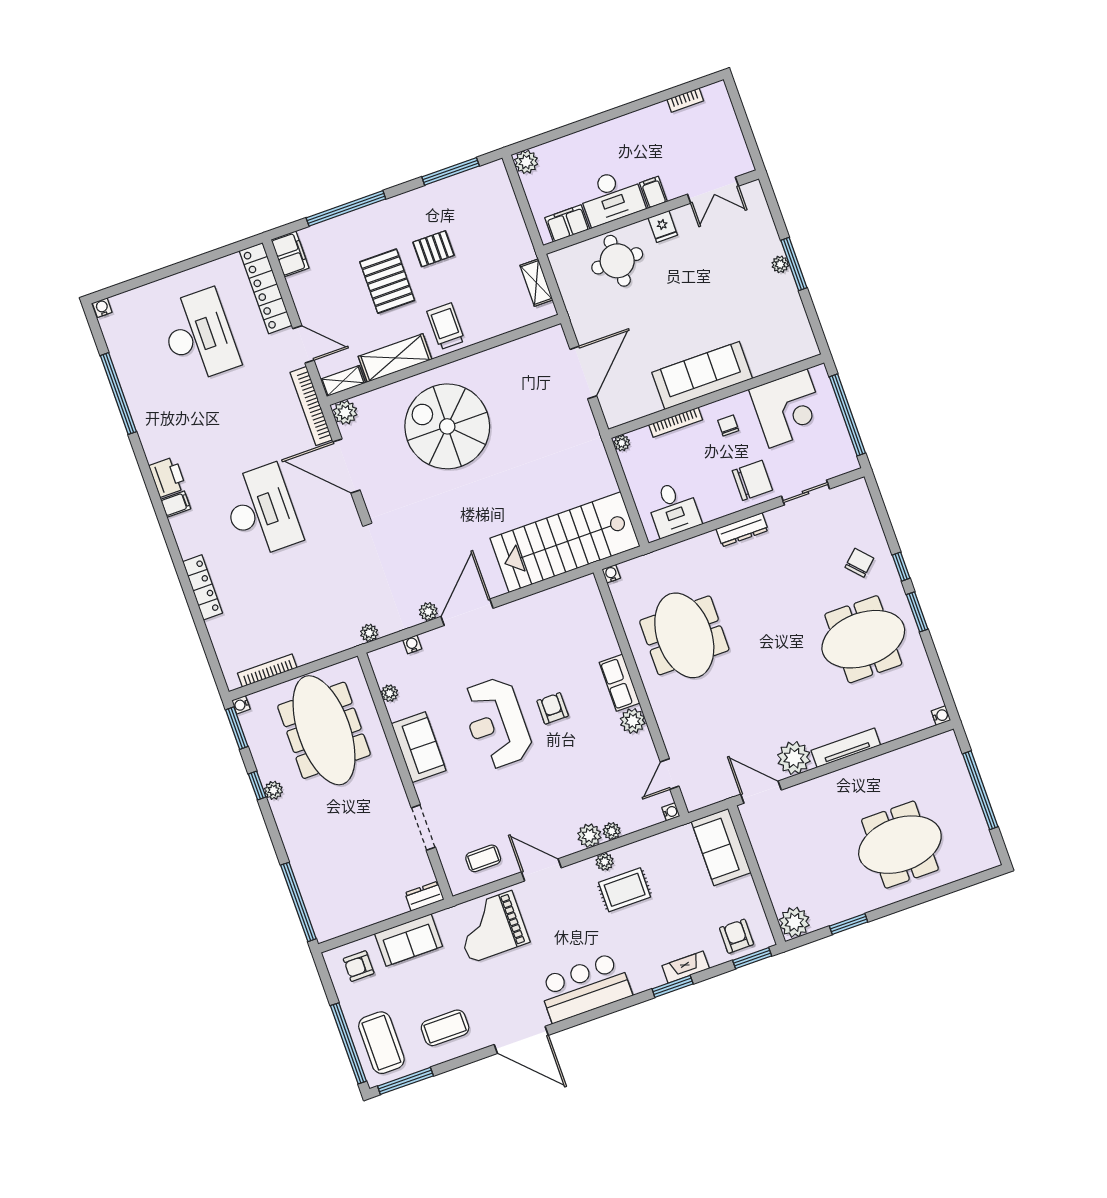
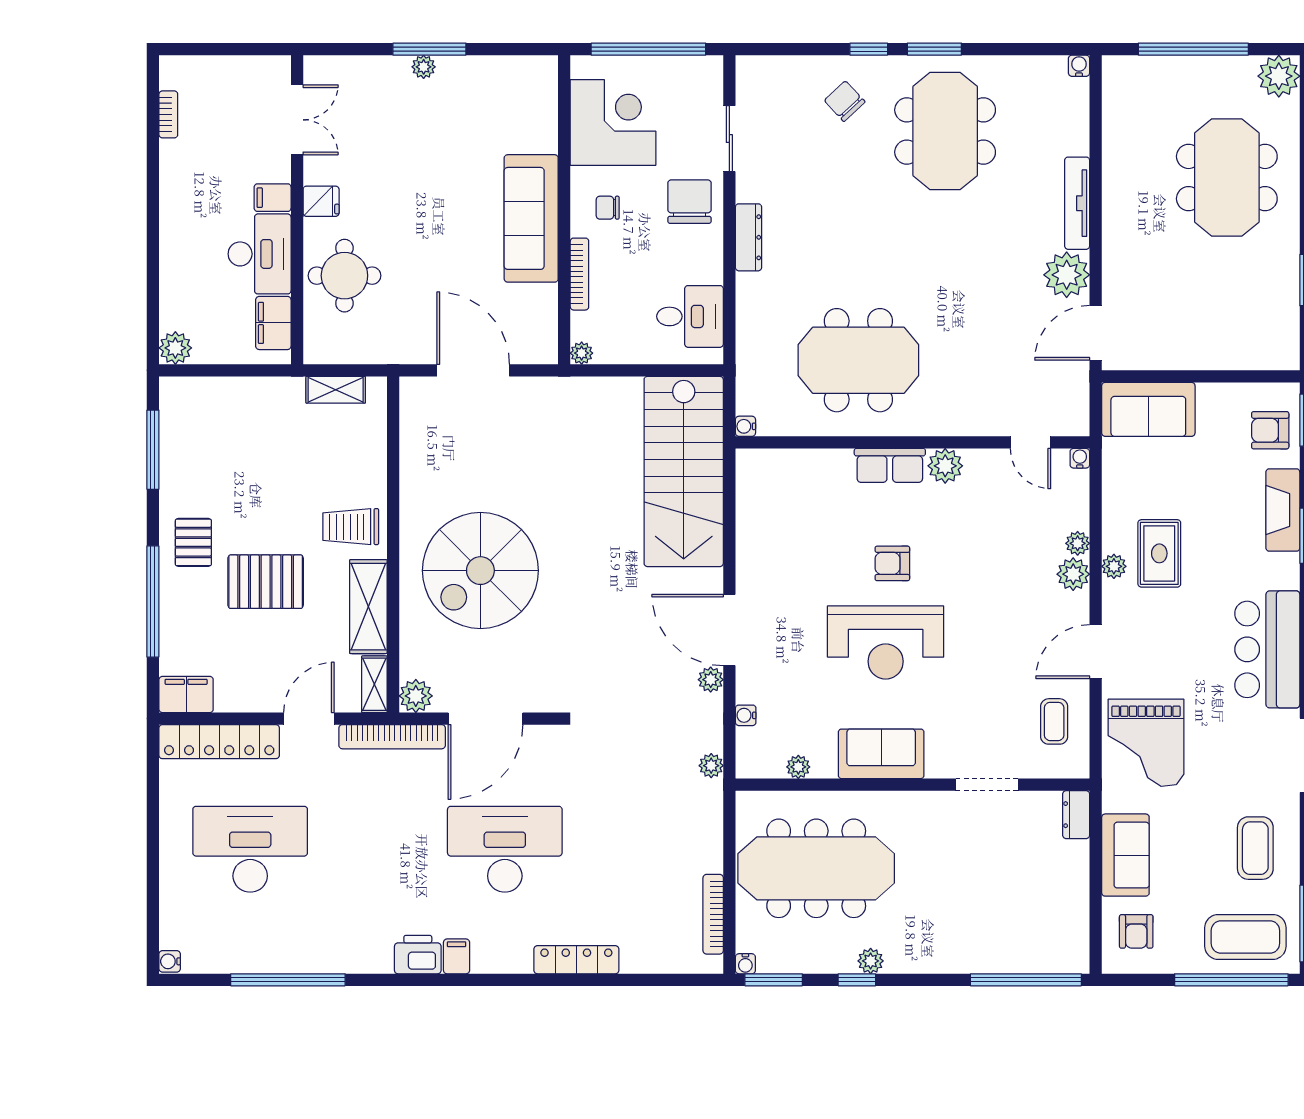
pallet: (434, 249) -> (193, 542), moved
plant: (794, 922) -> (1279, 76), moved
fireplace: (686, 967) -> (1283, 510), width x1.37, depth x1.32

